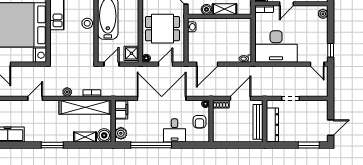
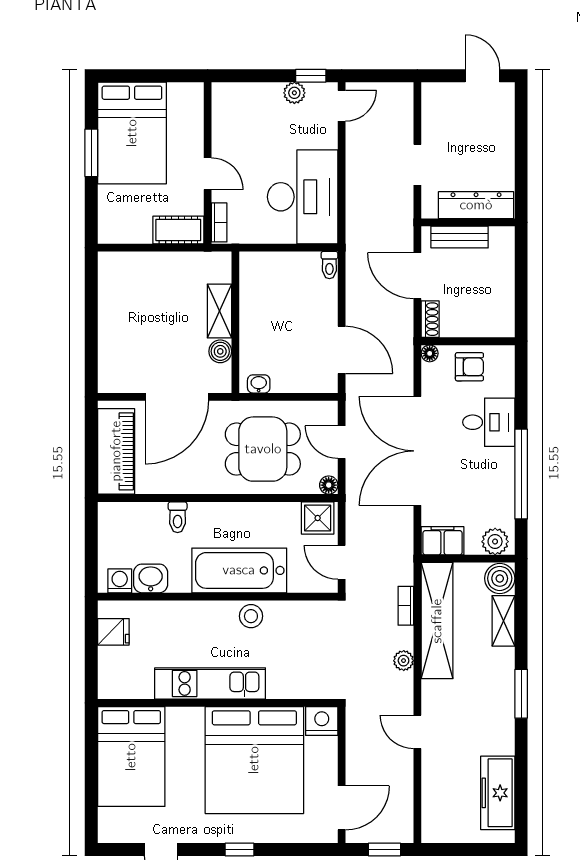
plant: (323, 14) -> (294, 93), moved
dining table: (162, 29) -> (263, 449), turned 90
bench: (258, 122) -> (460, 237), width x0.73
window: (309, 145) -> (521, 124), removed

